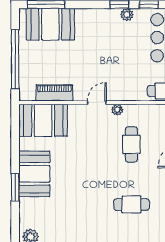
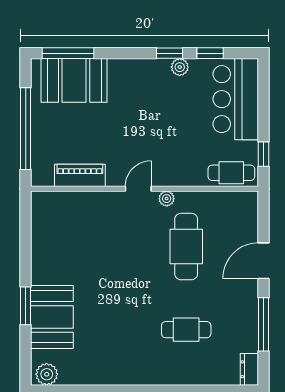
booth: (43, 120) -> (64, 213), removed
cafe table: (131, 144) -> (186, 247), width x1.37, depth x1.35
booth: (34, 174) -> (52, 317), moved

